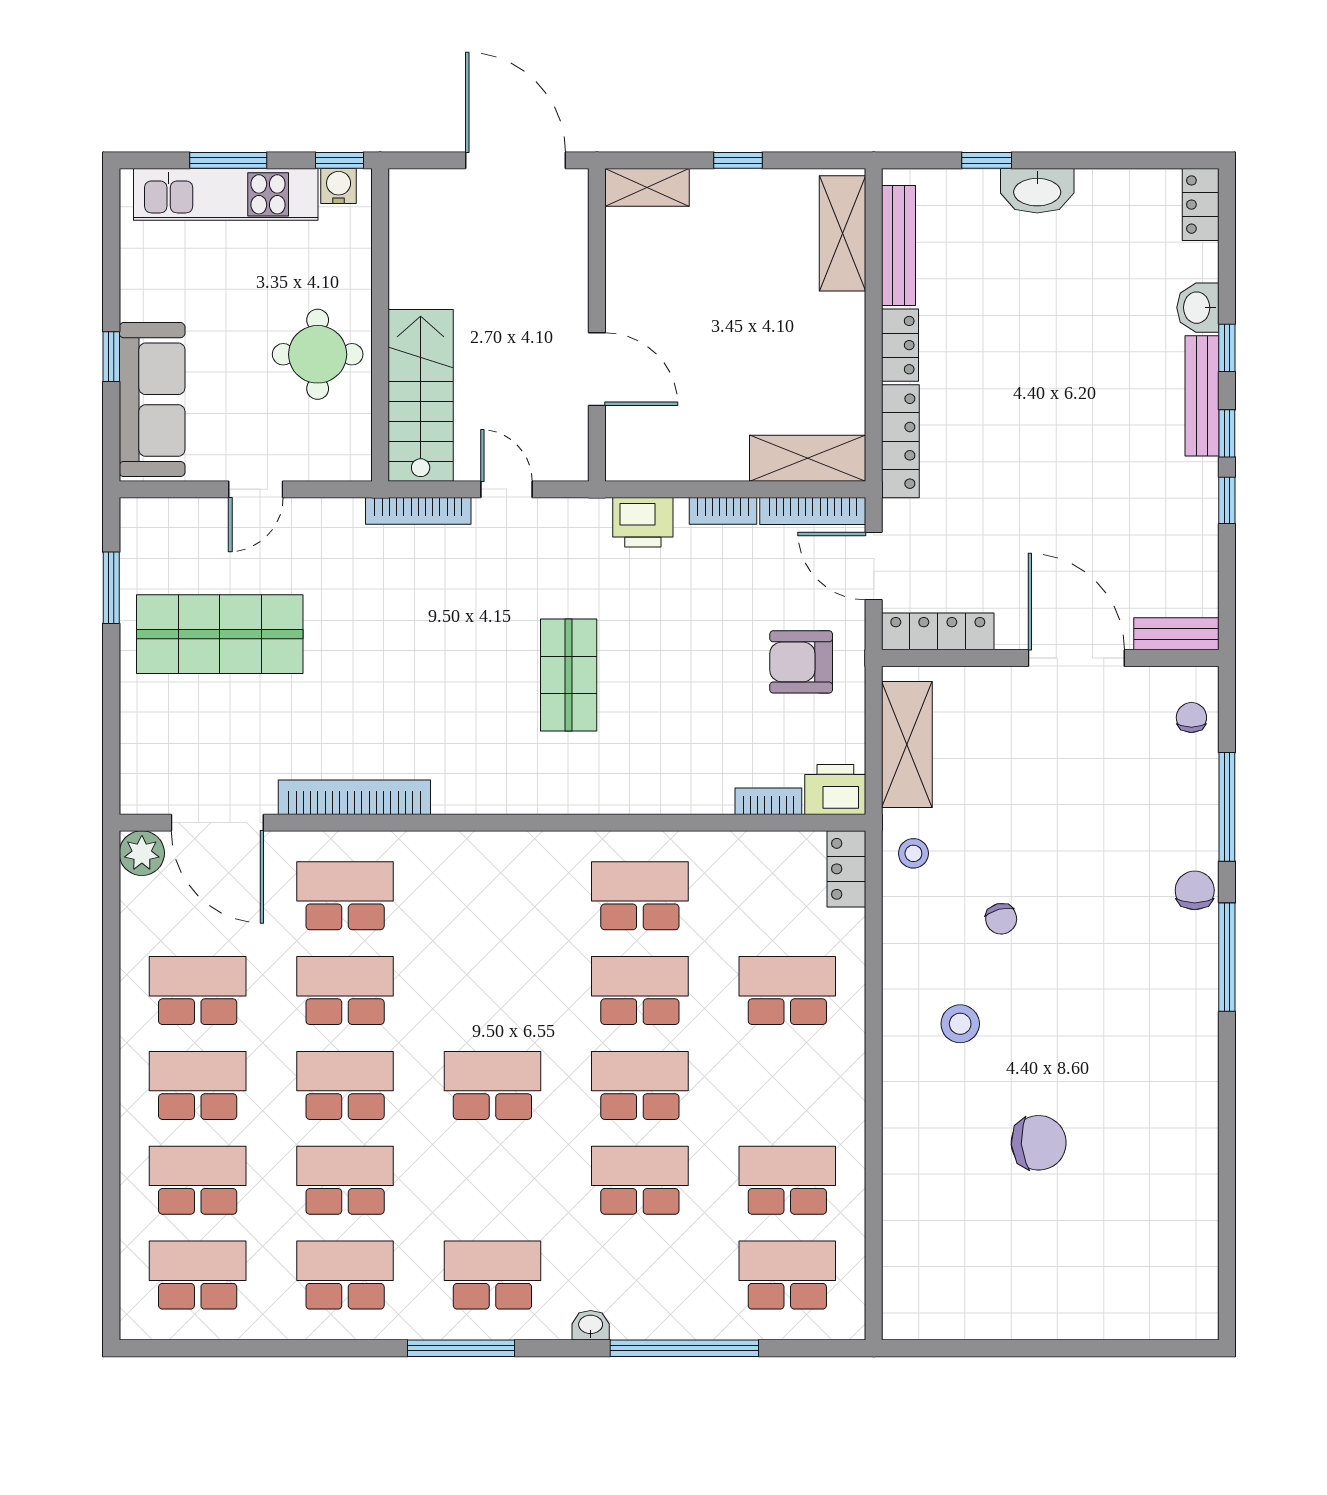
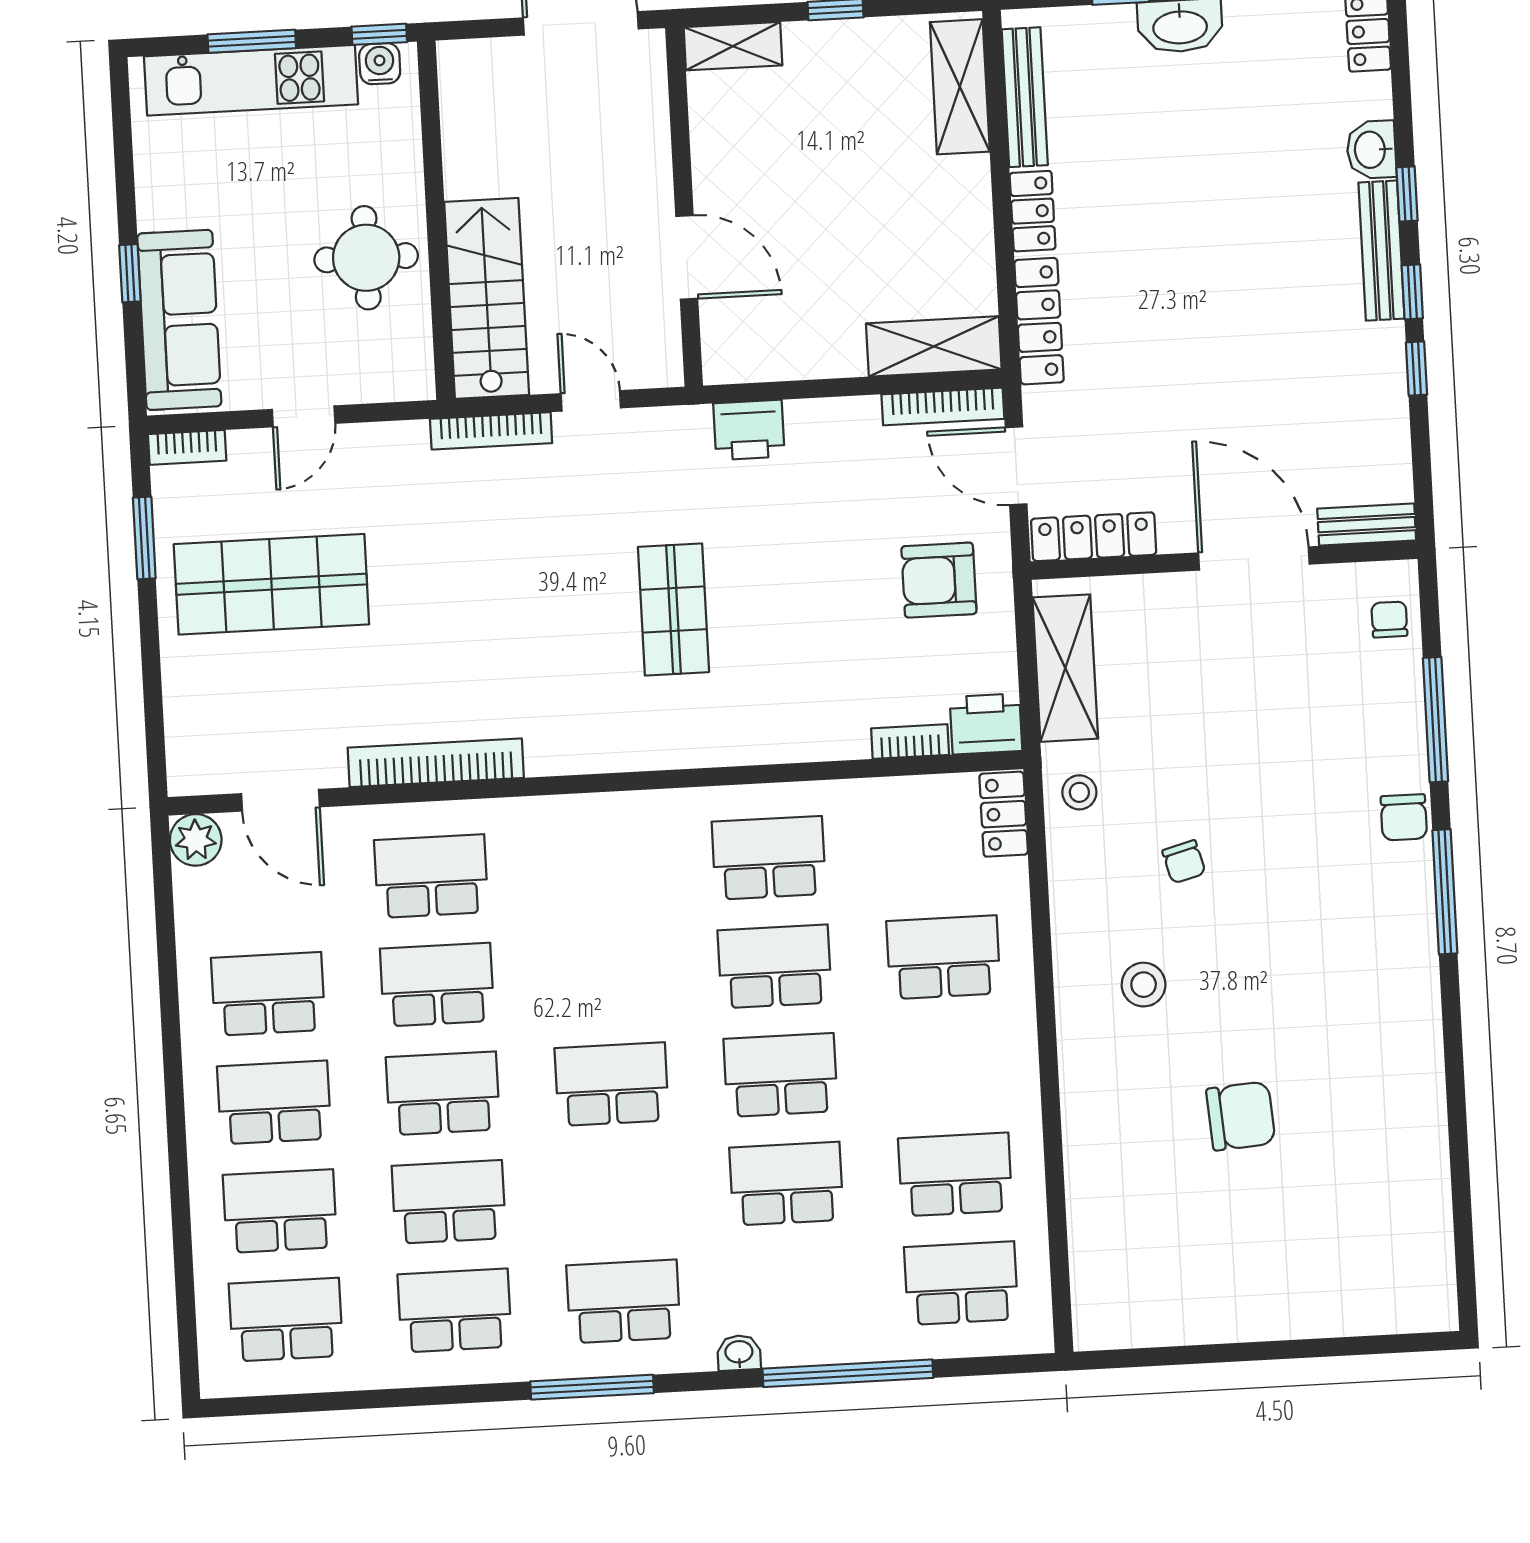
bookcase: (723, 511) -> (187, 447), moved
door: (217, 823) -> (280, 800), width x0.73
chair: (1195, 890) -> (1404, 817), turned 180

